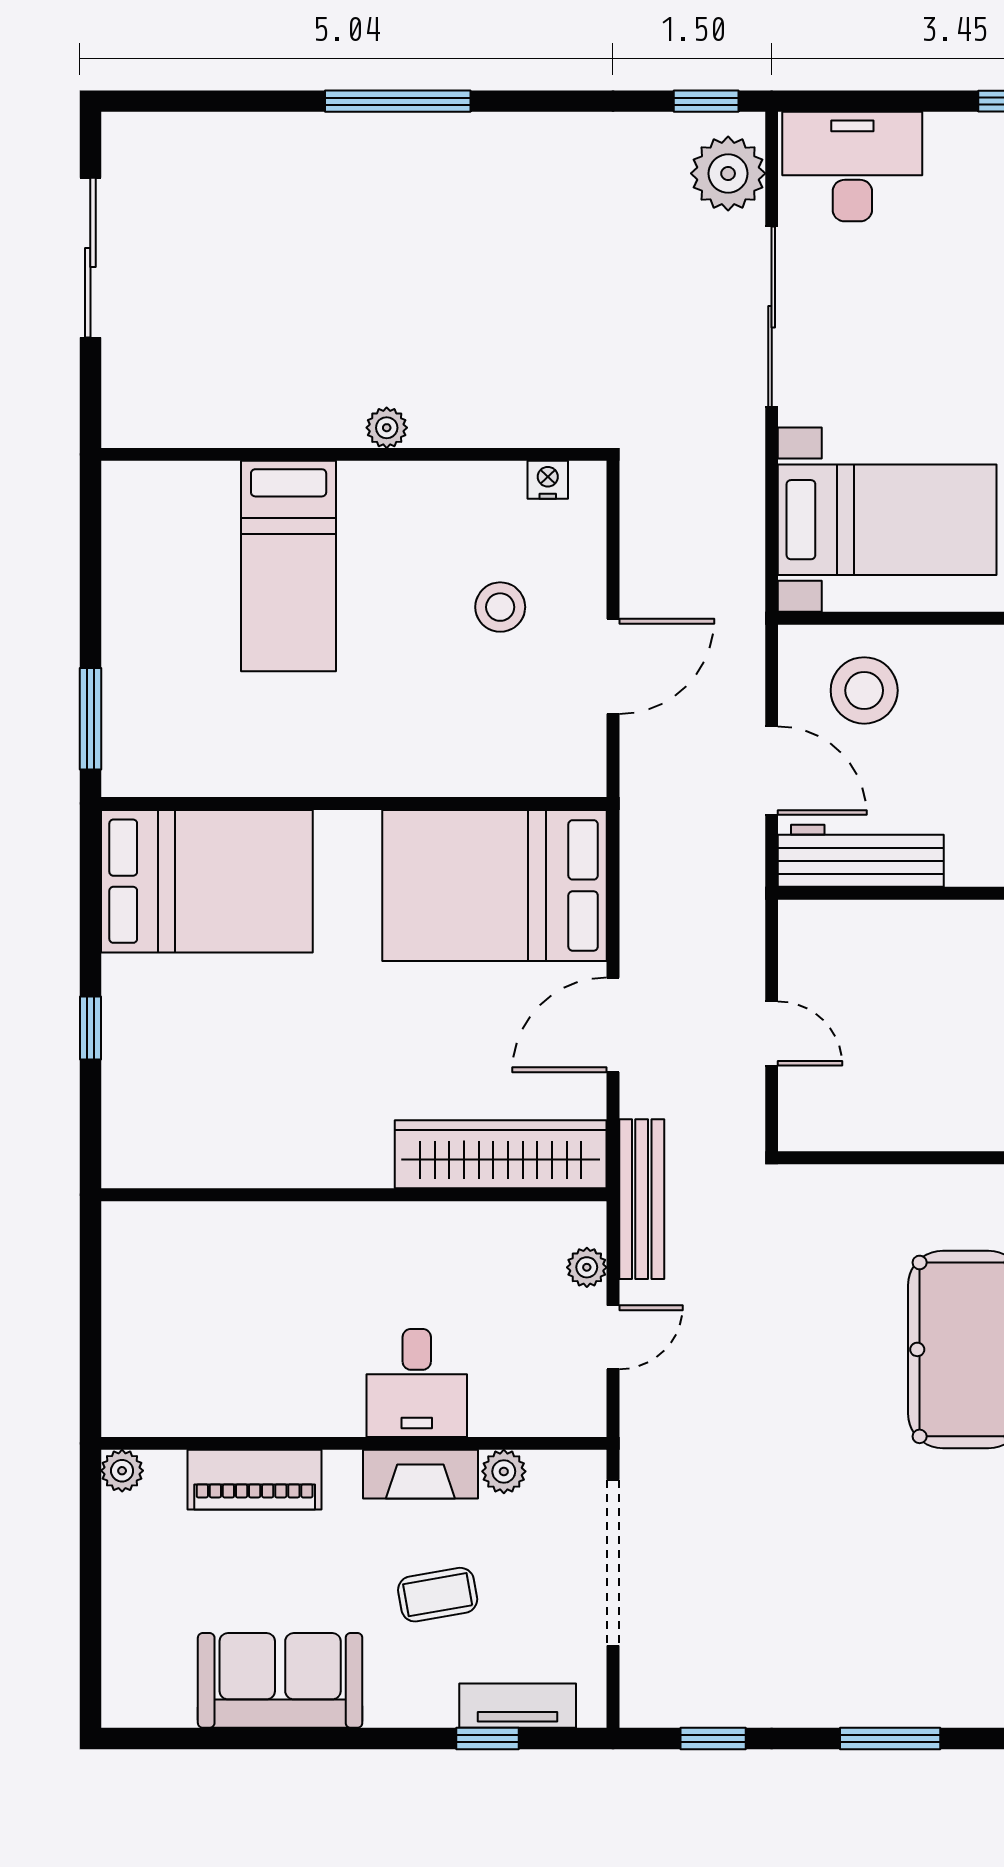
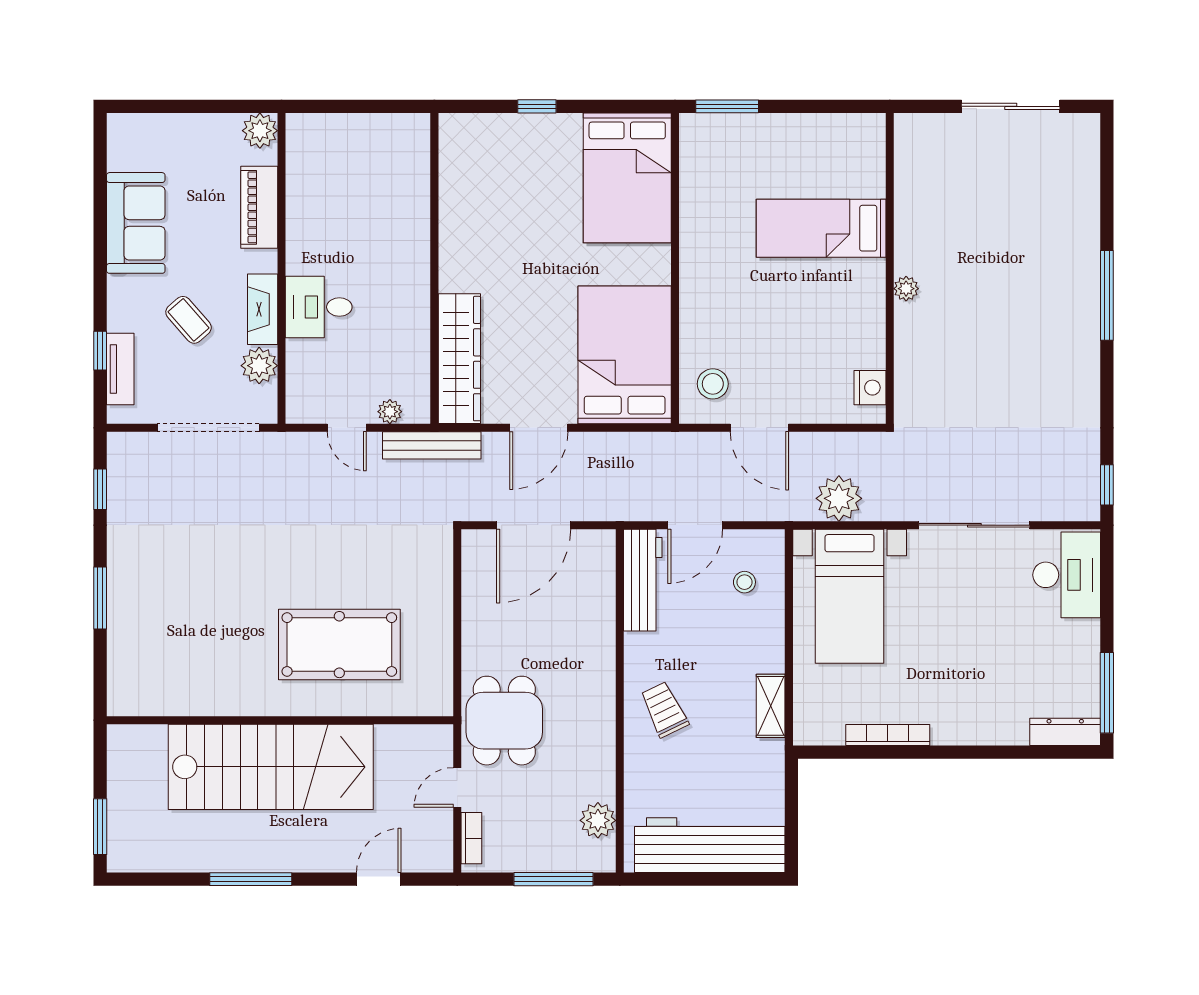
plant: (728, 173) -> (839, 498), moved
nightstand: (548, 480) -> (870, 388), width x1.39, depth x1.35
stool: (500, 607) -> (713, 384), moved
stool: (864, 690) -> (744, 582), width x0.53, depth x0.53
door: (613, 1025) -> (539, 428), swing flipped
door: (772, 1033) -> (534, 525), width x1.88
plant: (122, 1471) -> (260, 131), width x1.38, depth x1.38
plant: (504, 1471) -> (259, 366), width x1.38, depth x1.38
coffee table: (438, 1595) -> (189, 320), turned -31

